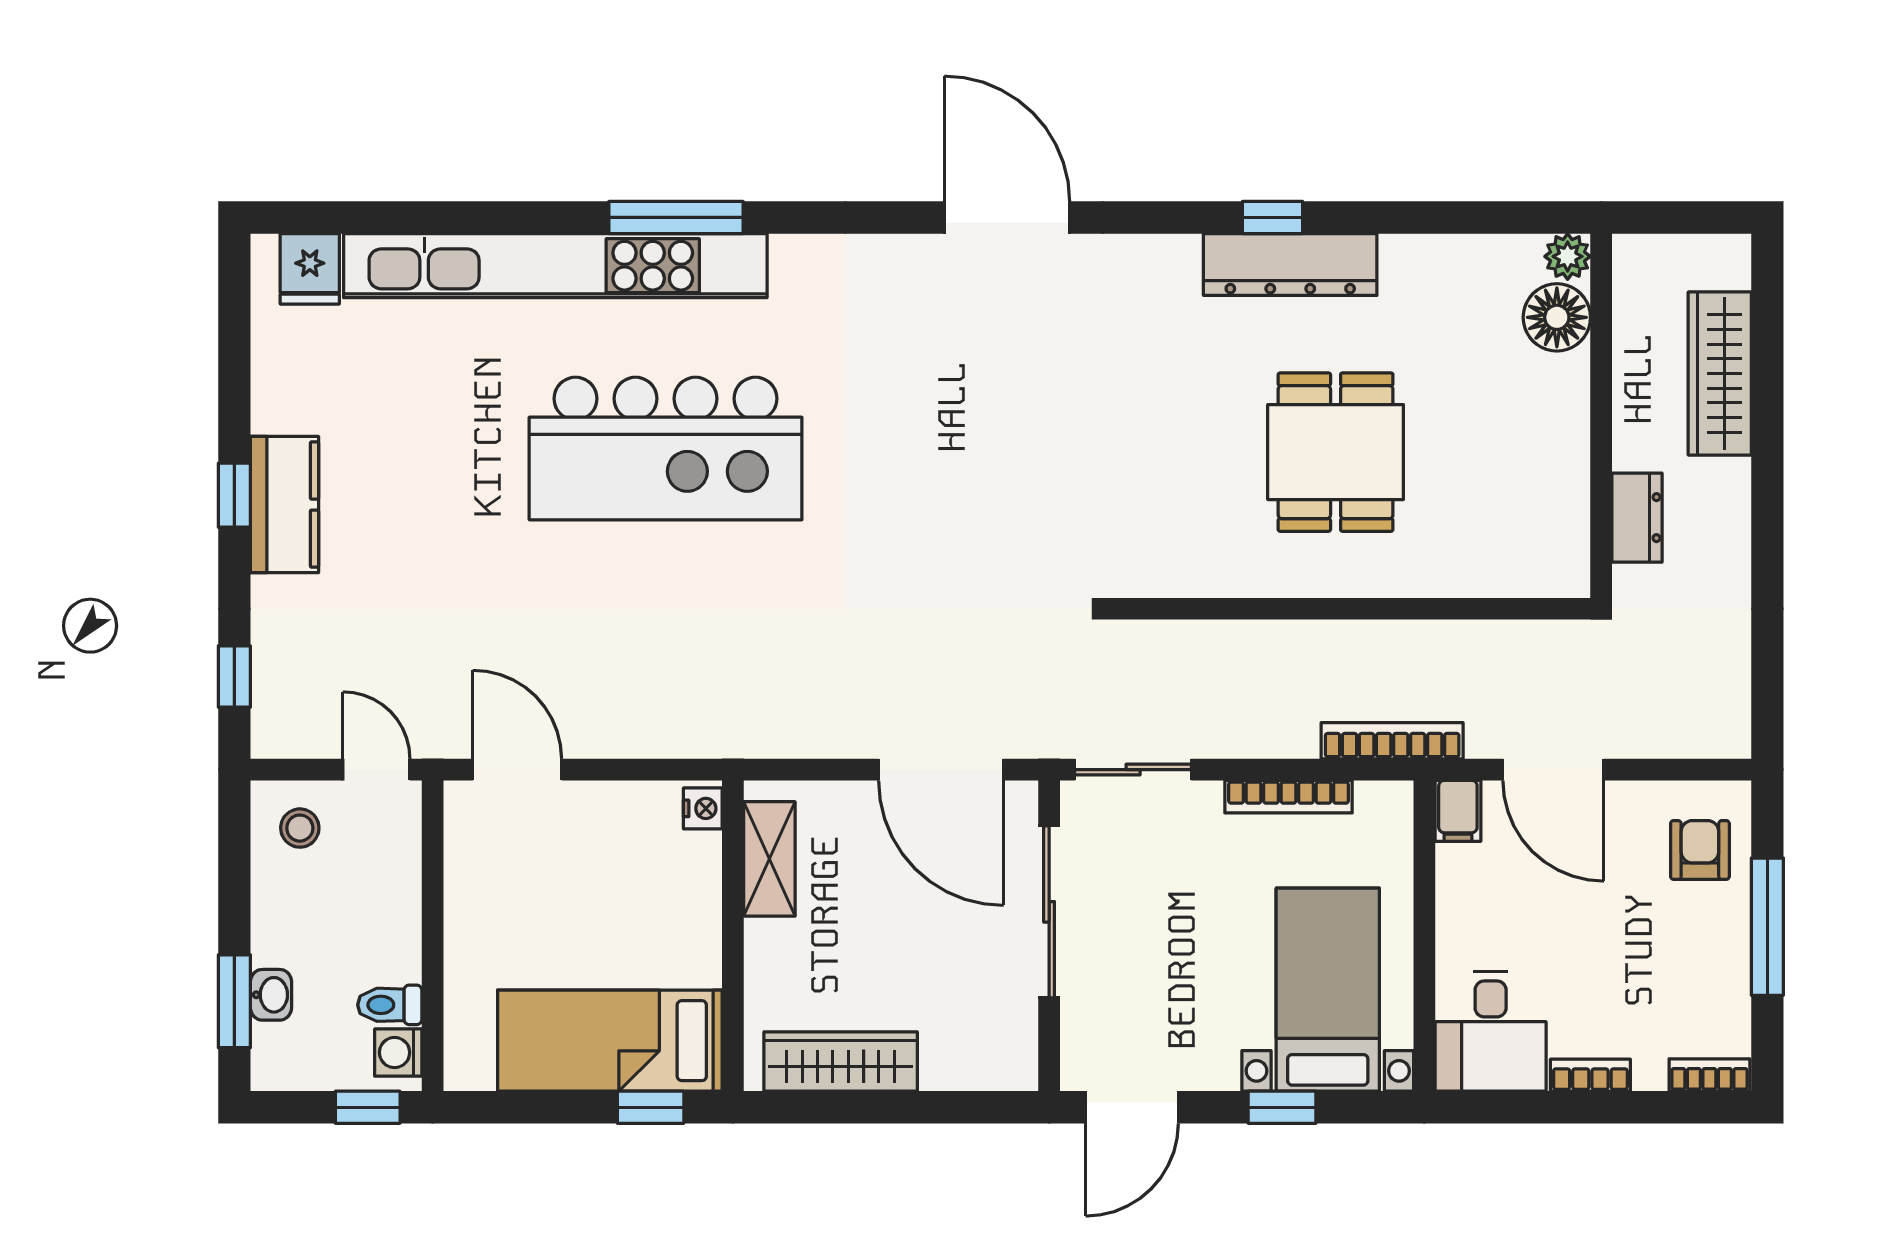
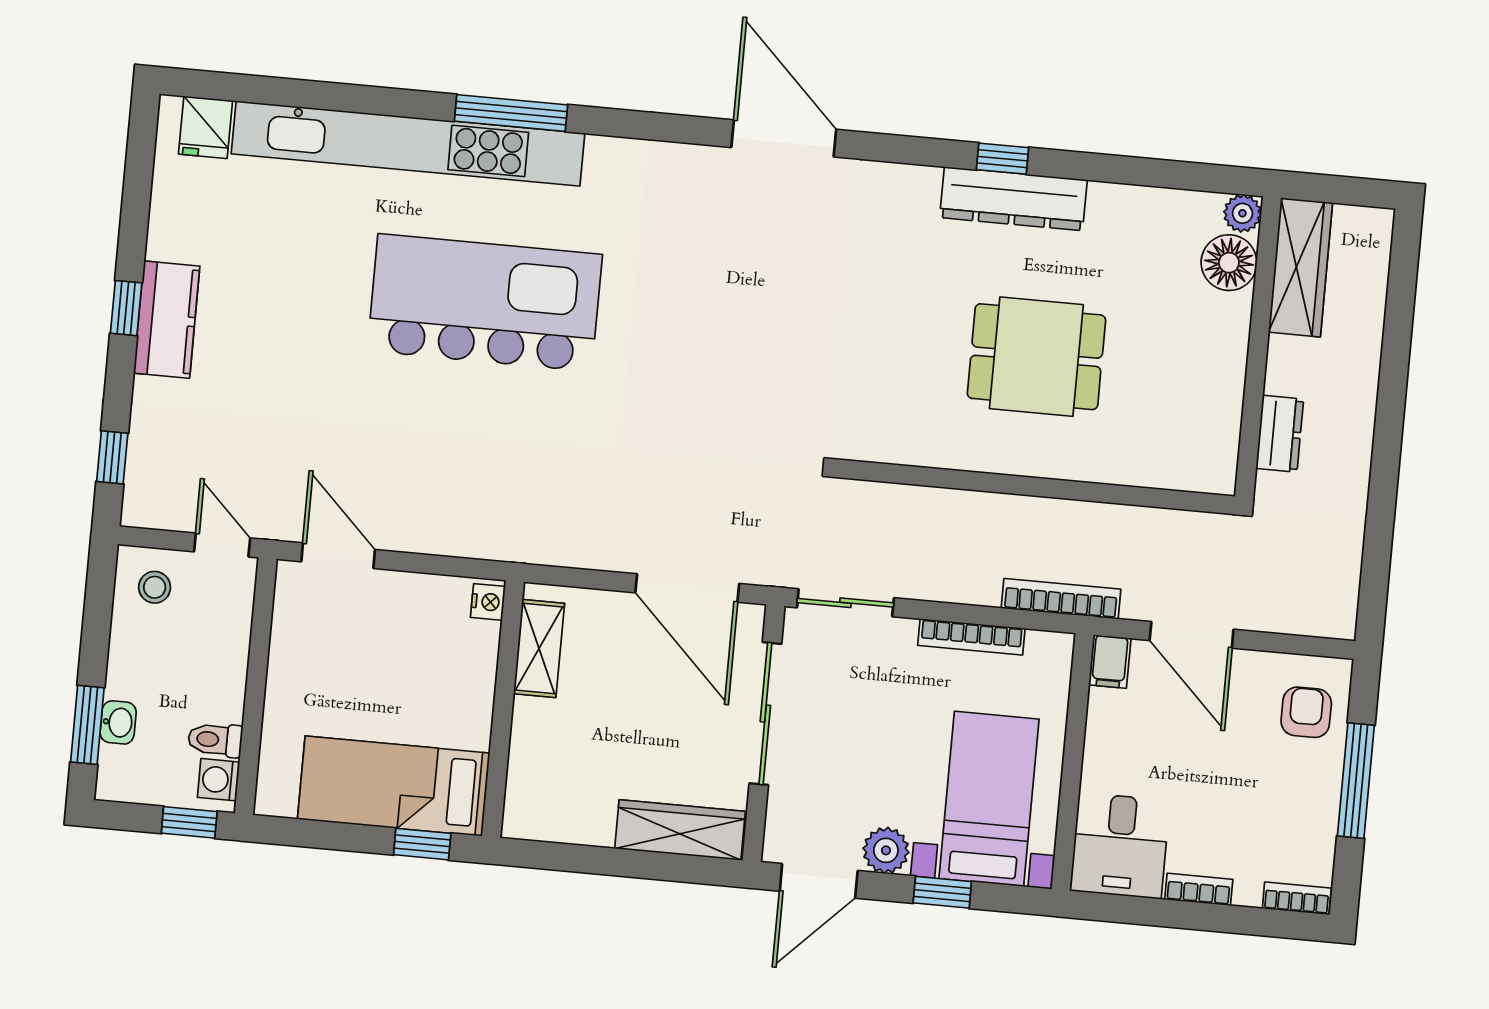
wardrobe: (1720, 374) -> (1301, 267), moved, turned 180
kitchen island: (666, 449) -> (485, 303), turned 180
dining table: (1336, 452) -> (1036, 357), turned 90
wardrobe: (841, 1062) -> (680, 830), moved
plant: (1210, 1063) -> (886, 850), added

